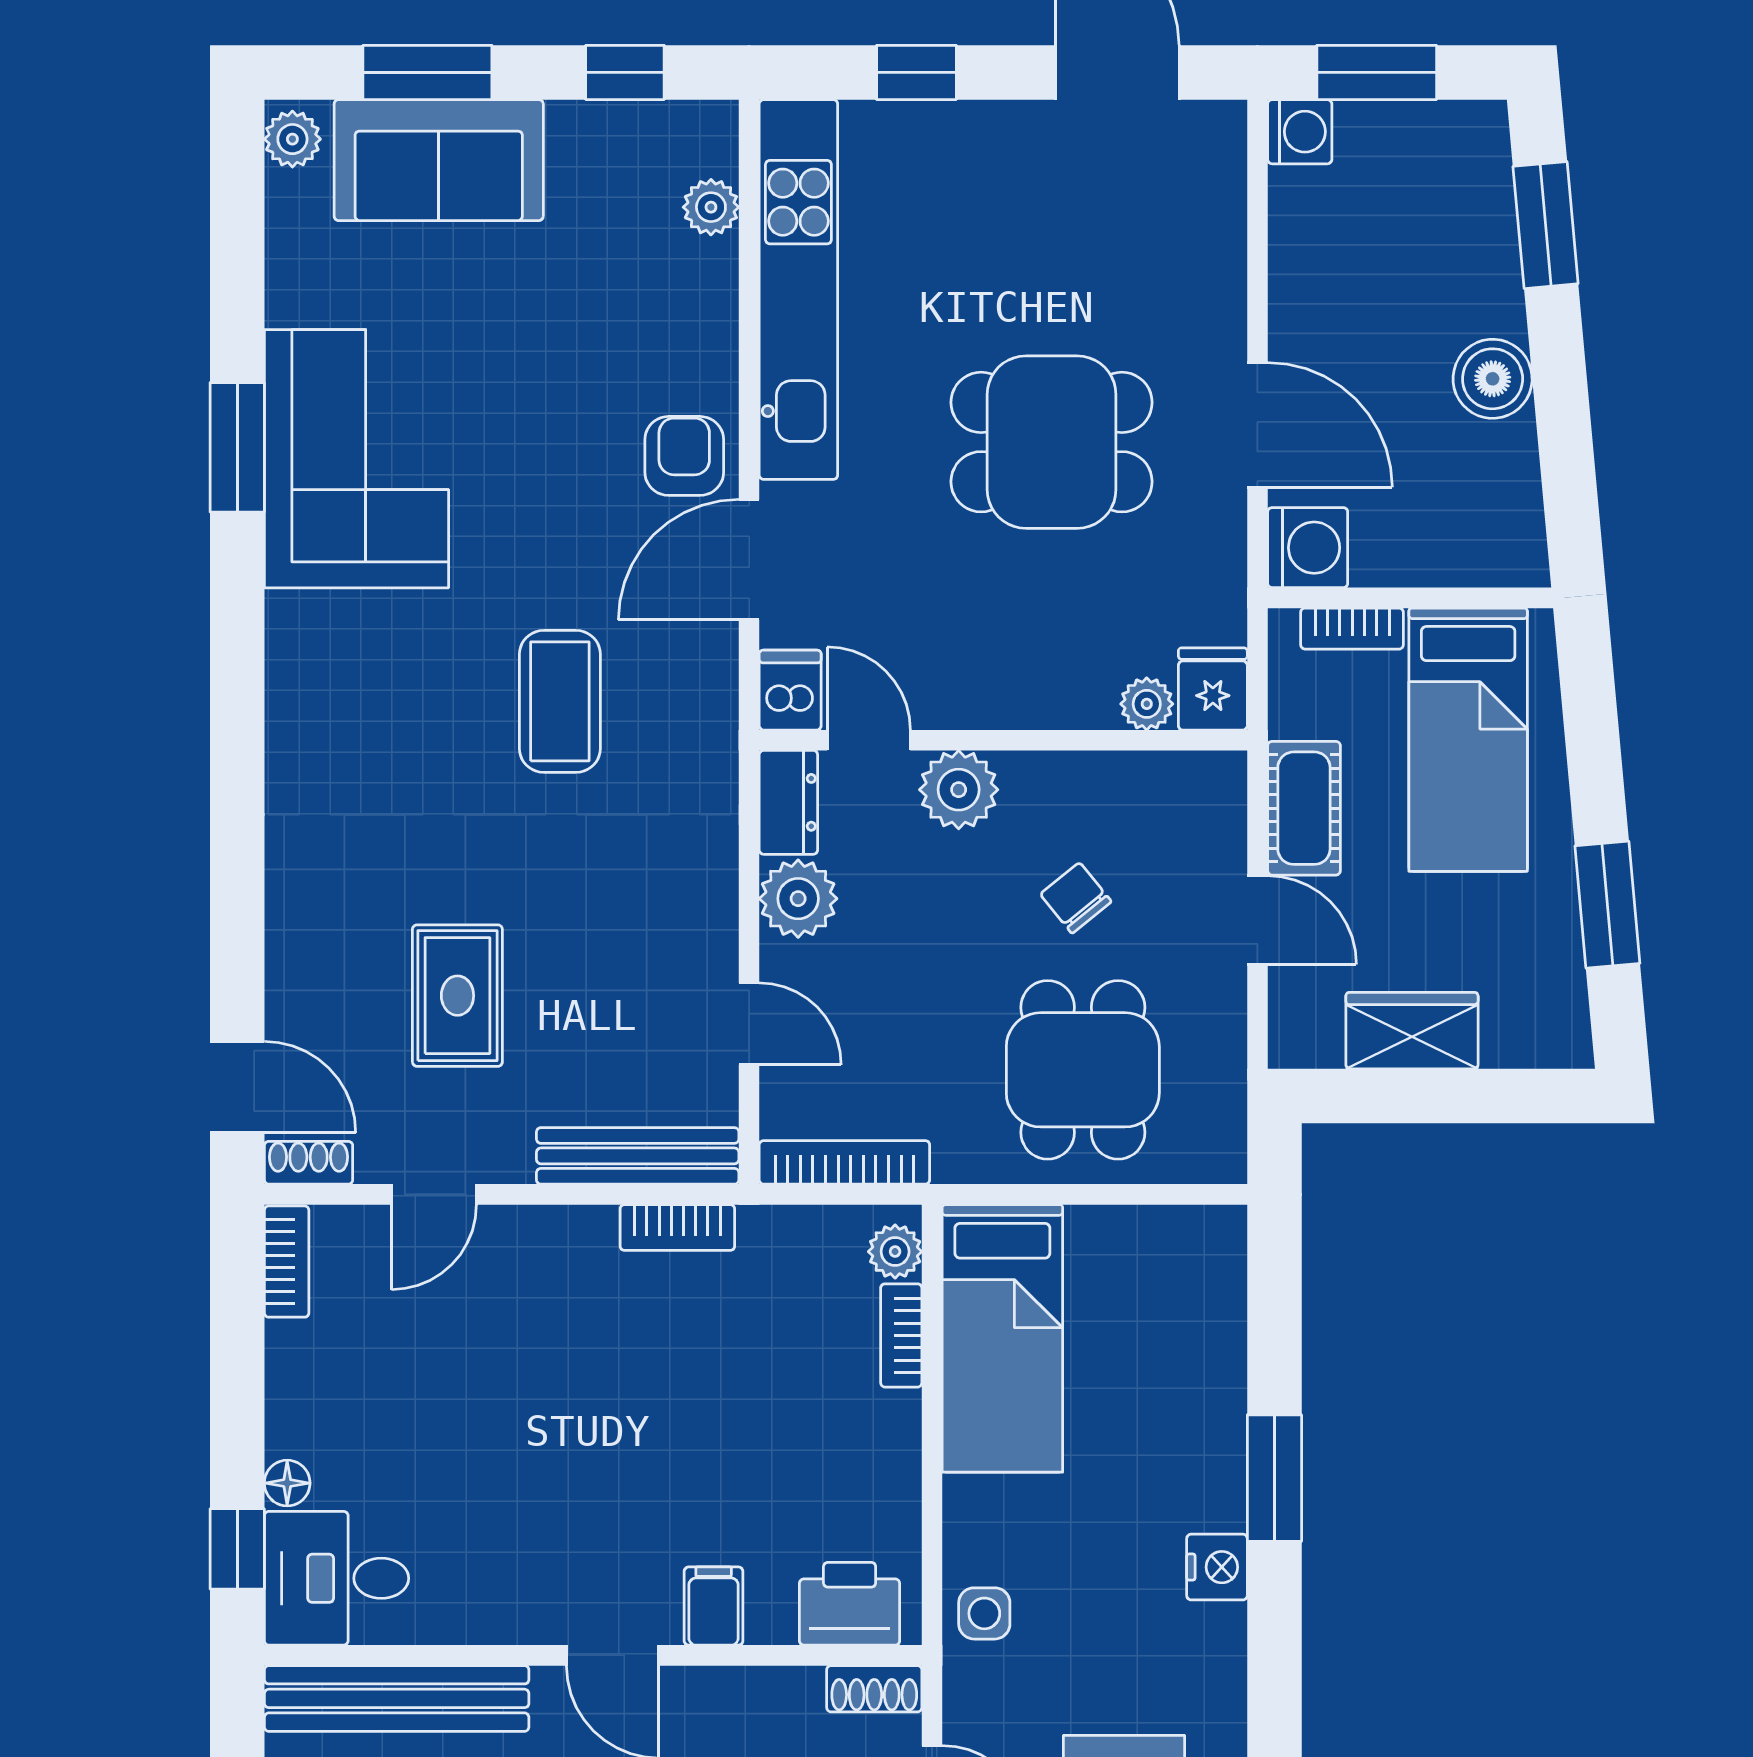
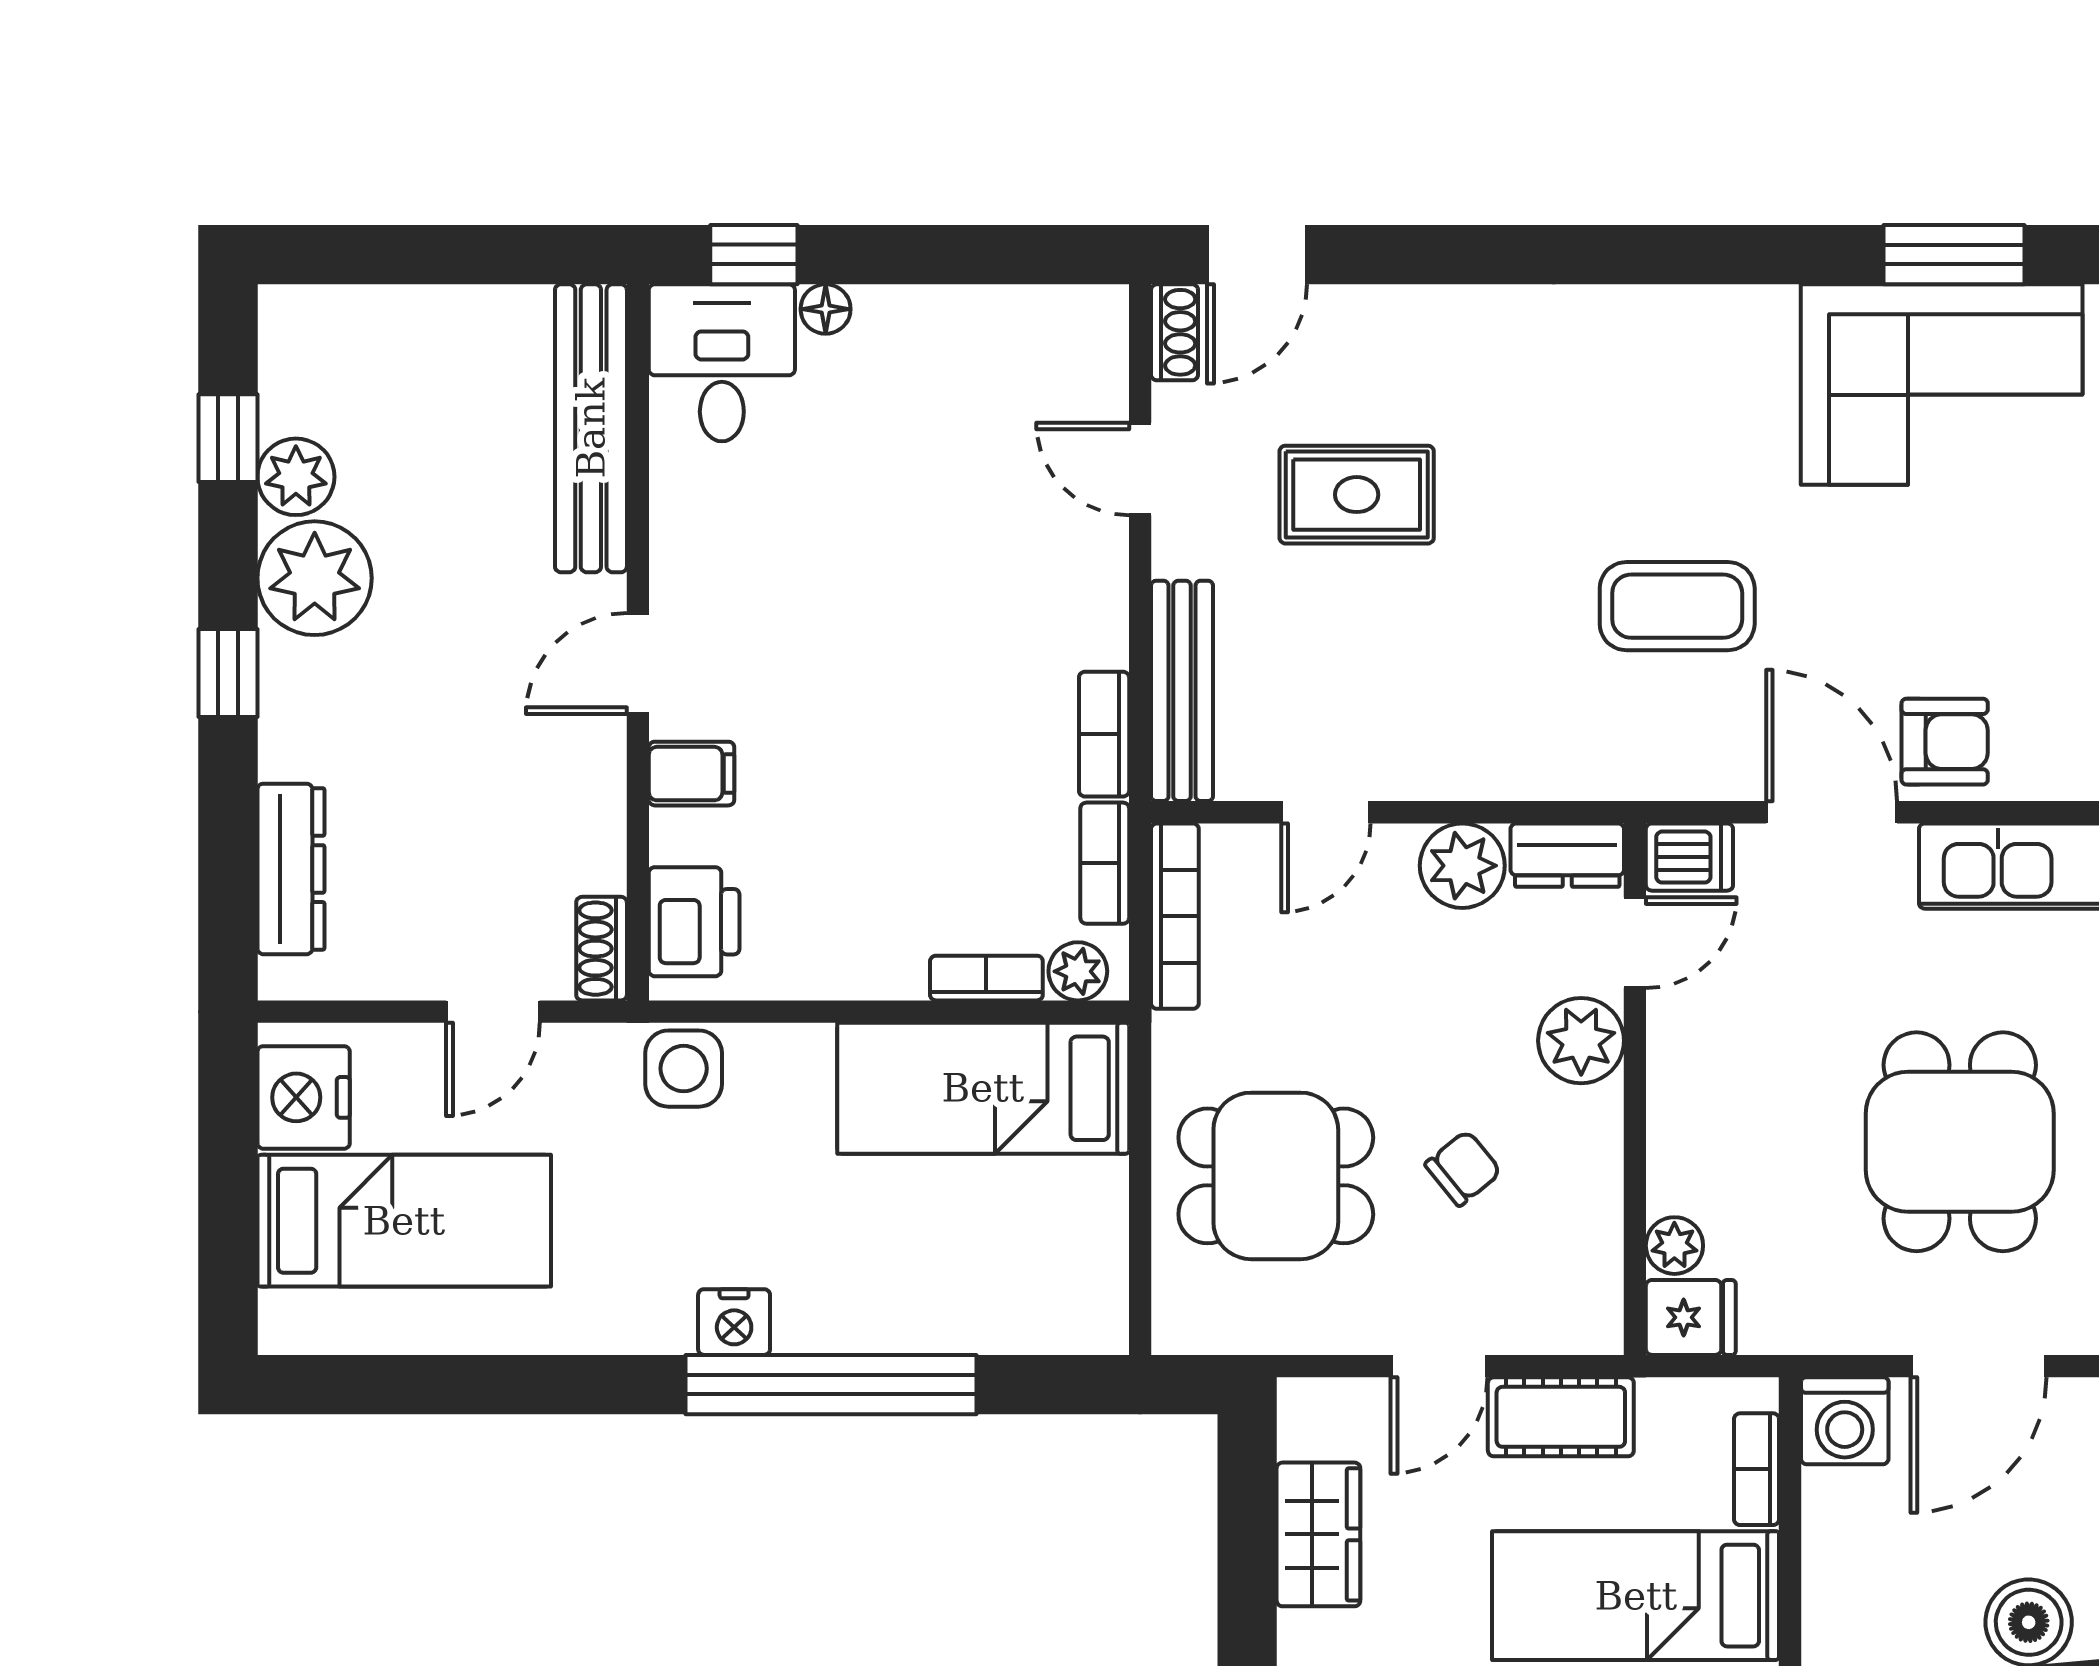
bookcase: (287, 1262) -> (1105, 863), moved, turned 90
window: (1274, 1478) -> (831, 1385), width x2.11
side table: (984, 1613) -> (684, 1069), width x1.37, depth x1.37

